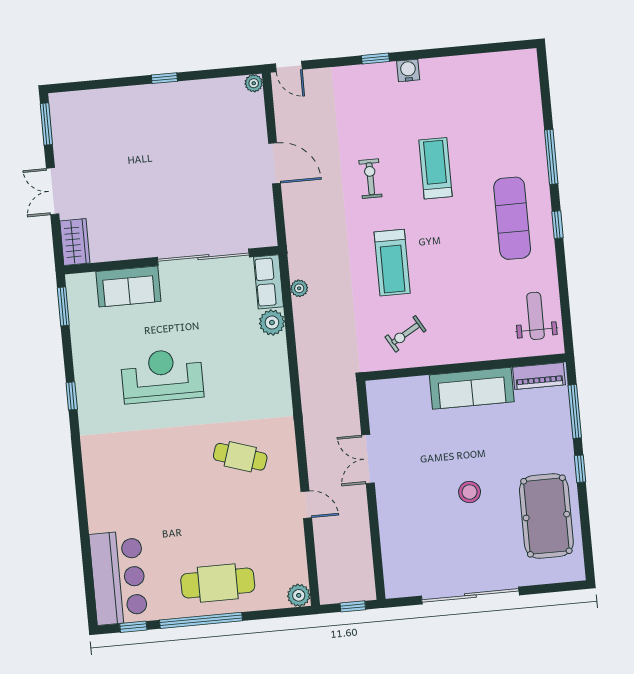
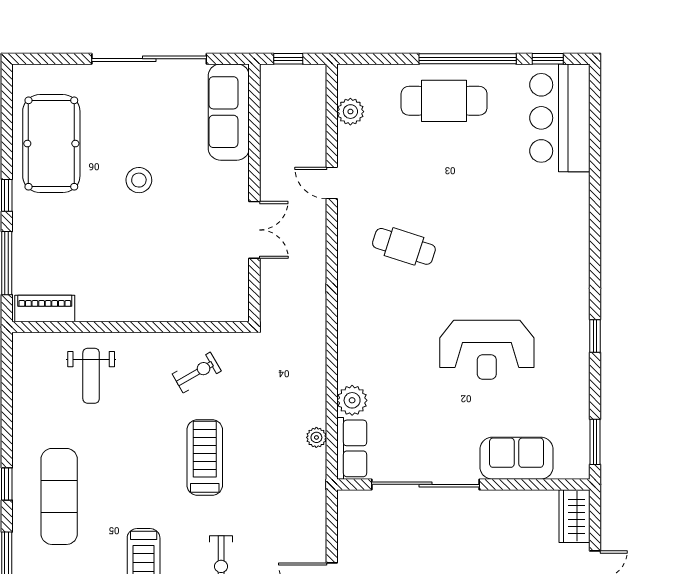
weight bench: (535, 316) -> (91, 376), moved
sofa: (472, 388) -> (229, 112), moved, turned -90
plant: (299, 595) -> (350, 112), moved

